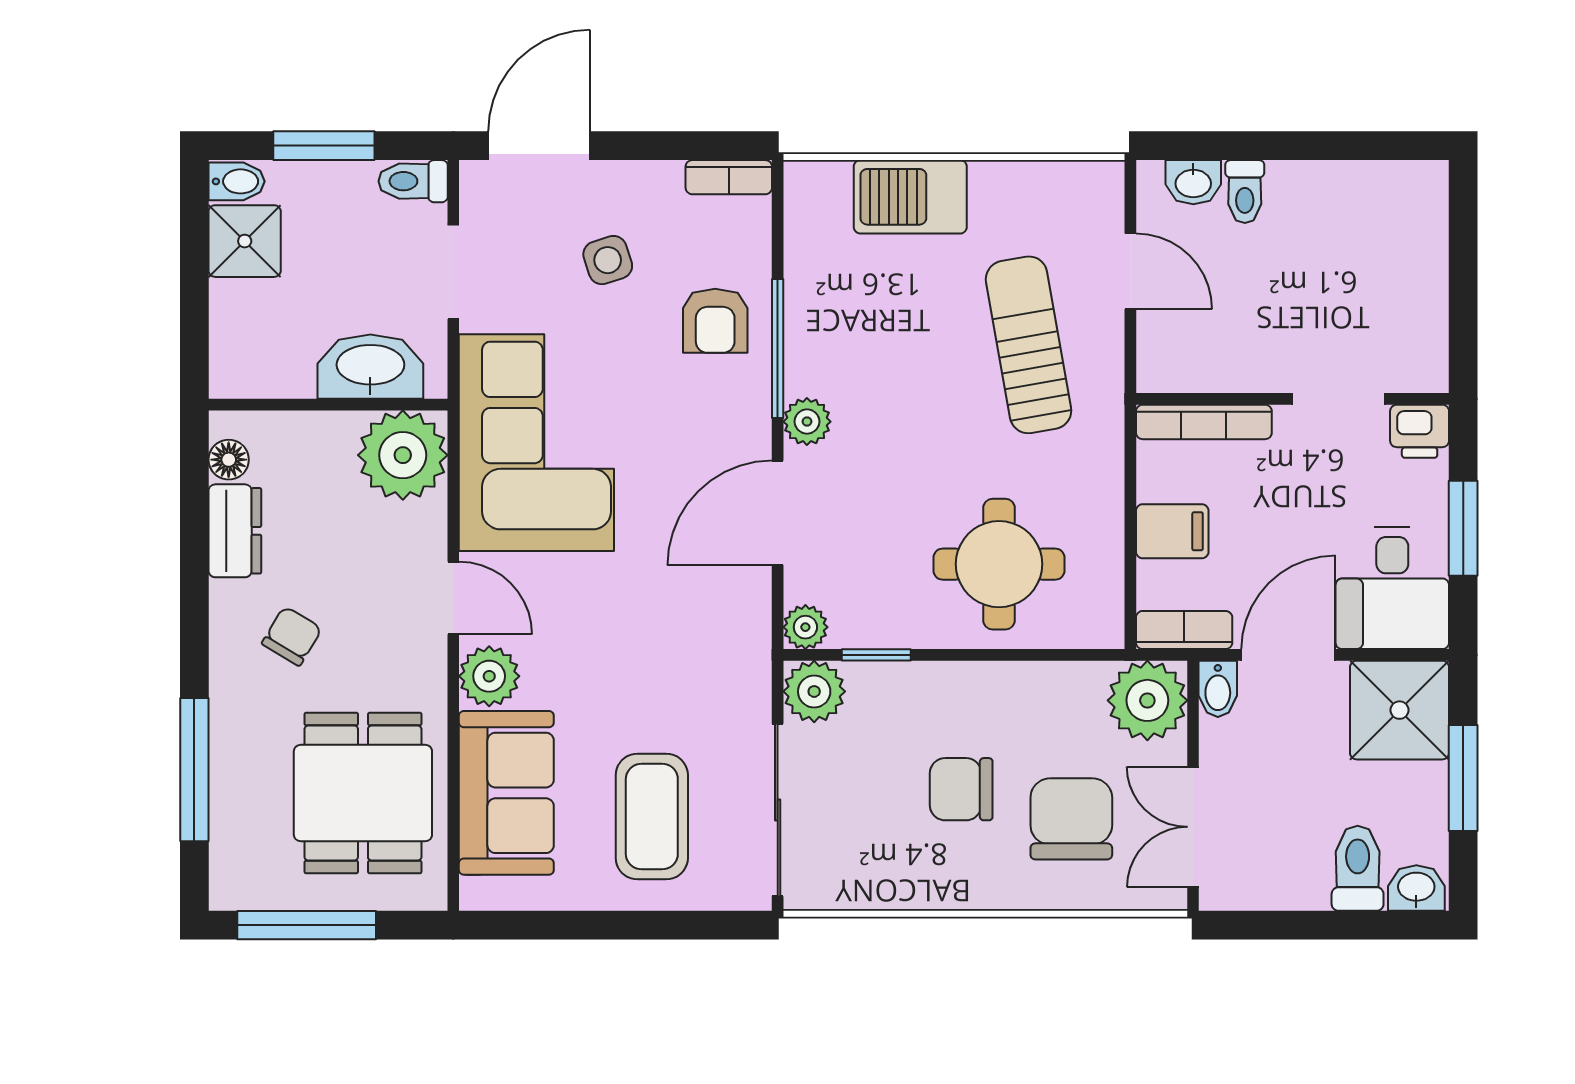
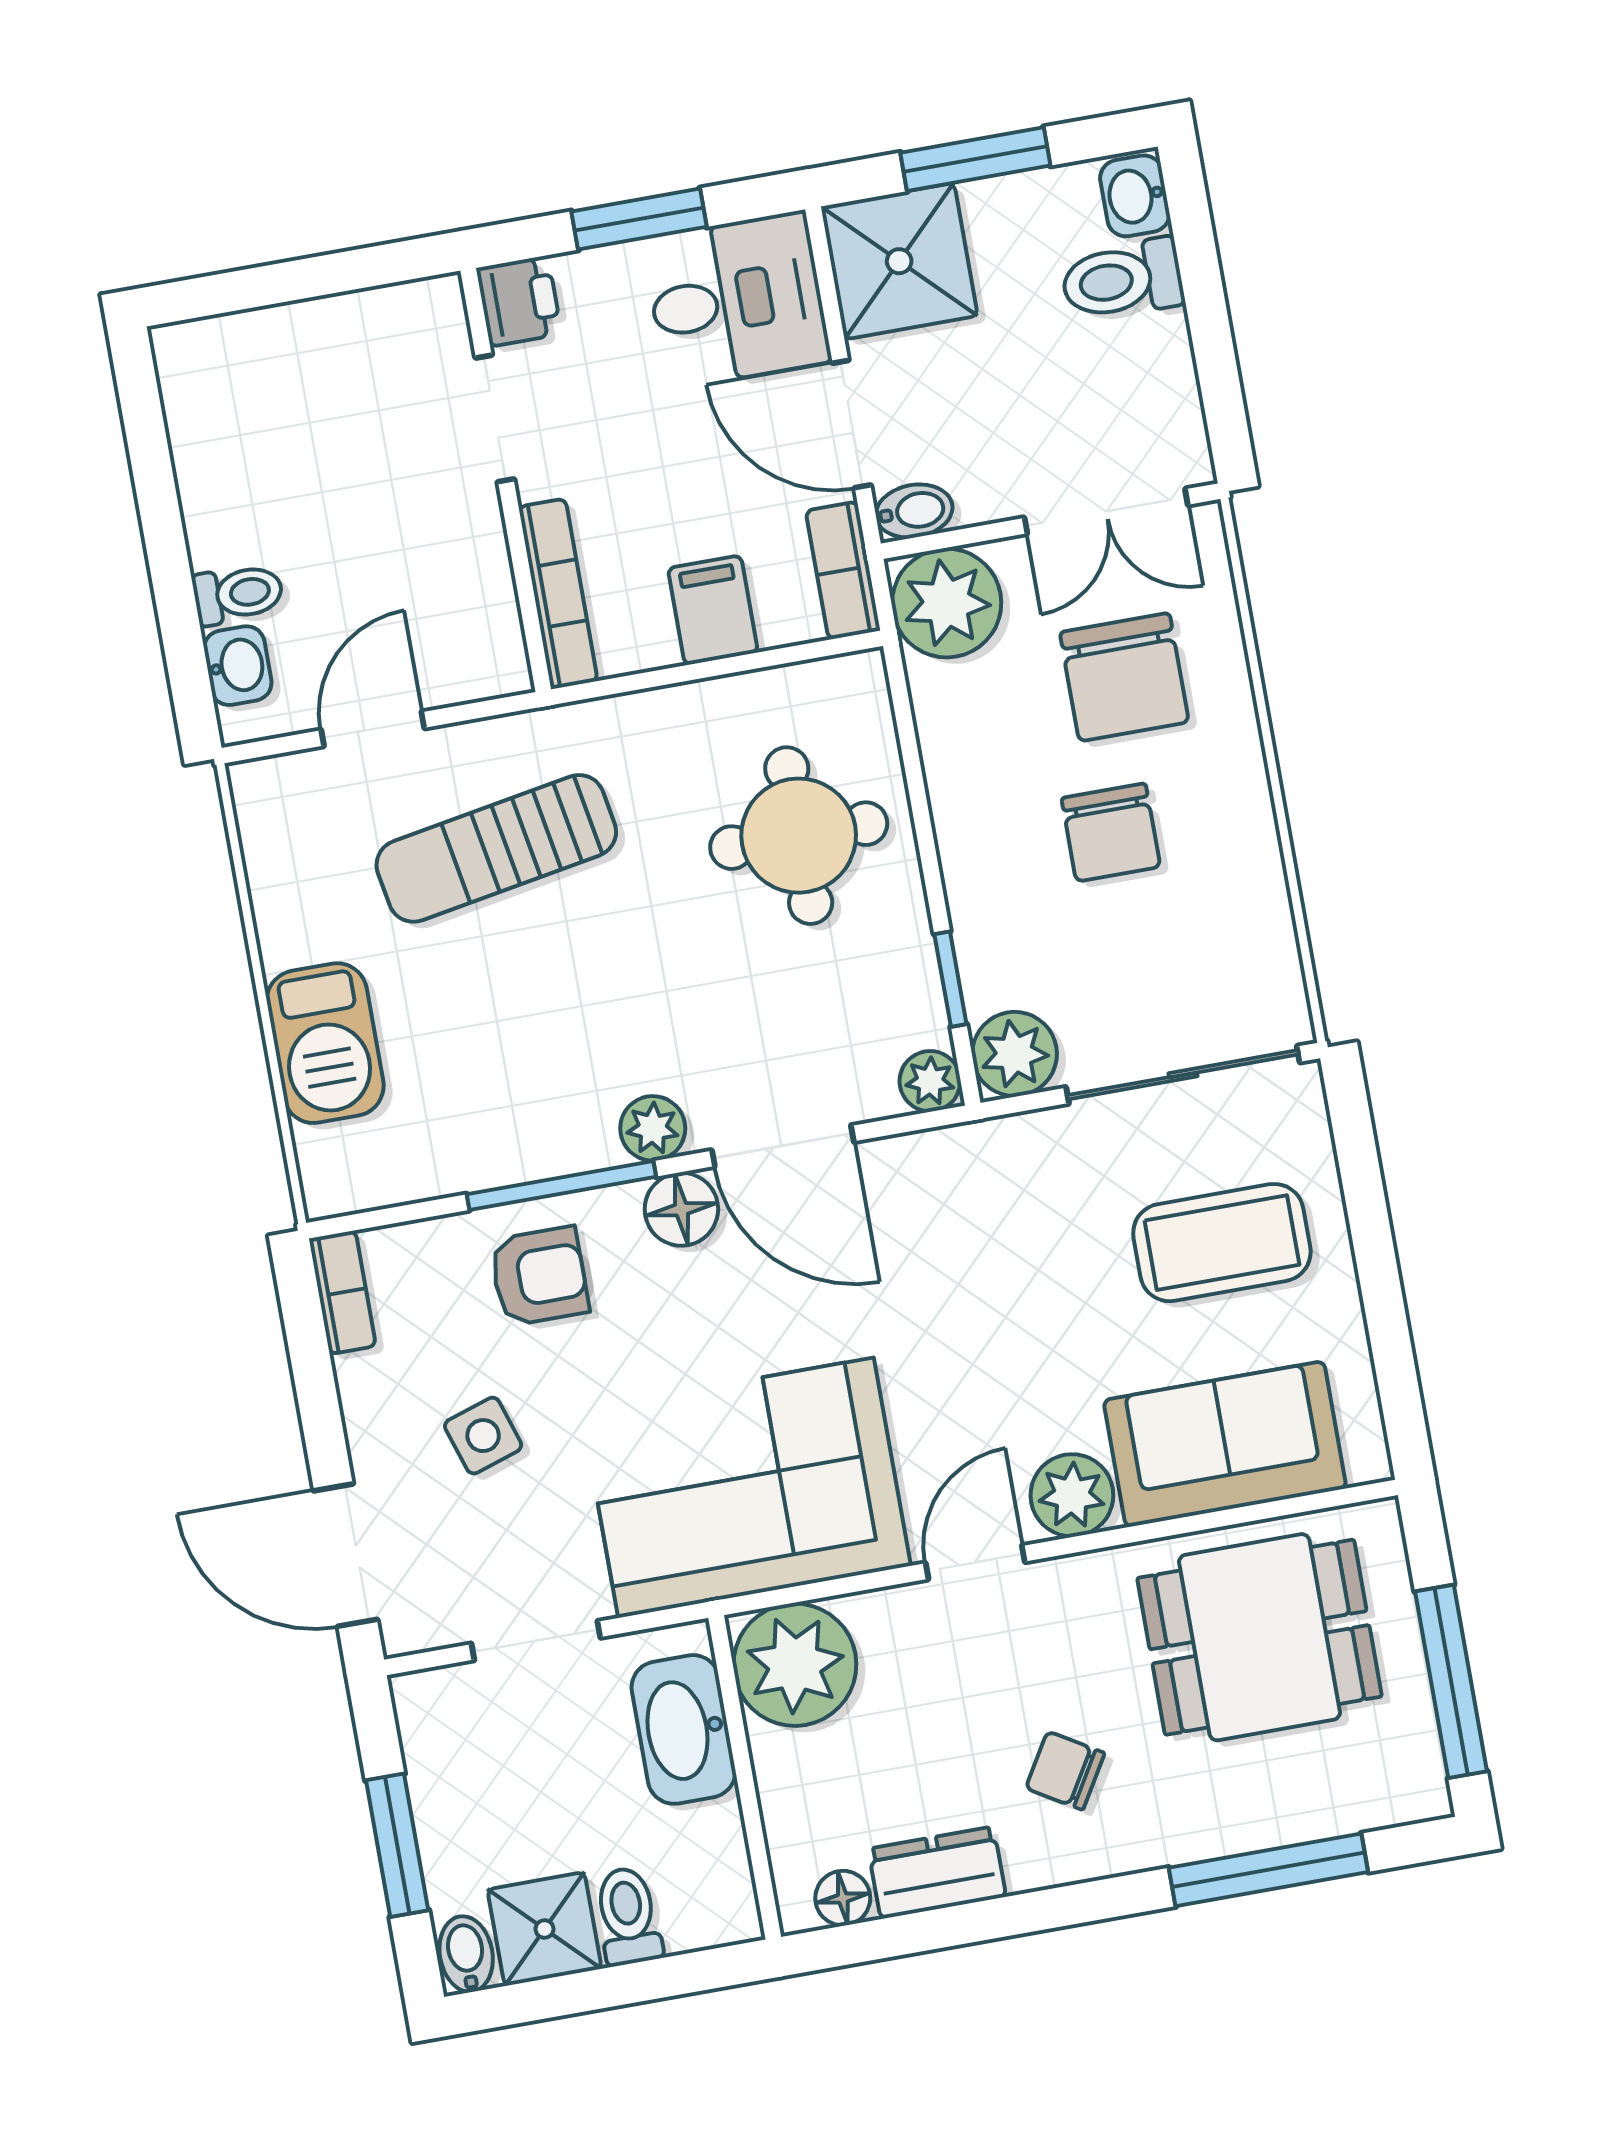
toilet: (413, 181) -> (628, 1916), moved, turned 180
floor lamp: (745, 432) -> (681, 1209), added
chair: (1071, 819) -> (1124, 677), turned -90

